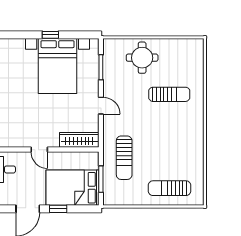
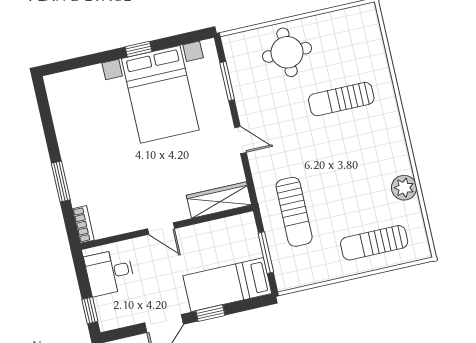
sun lounger: (169, 94) -> (341, 99), turned 180
plant: (196, 158) -> (404, 188), added
bed: (73, 188) -> (227, 285), width x0.67

